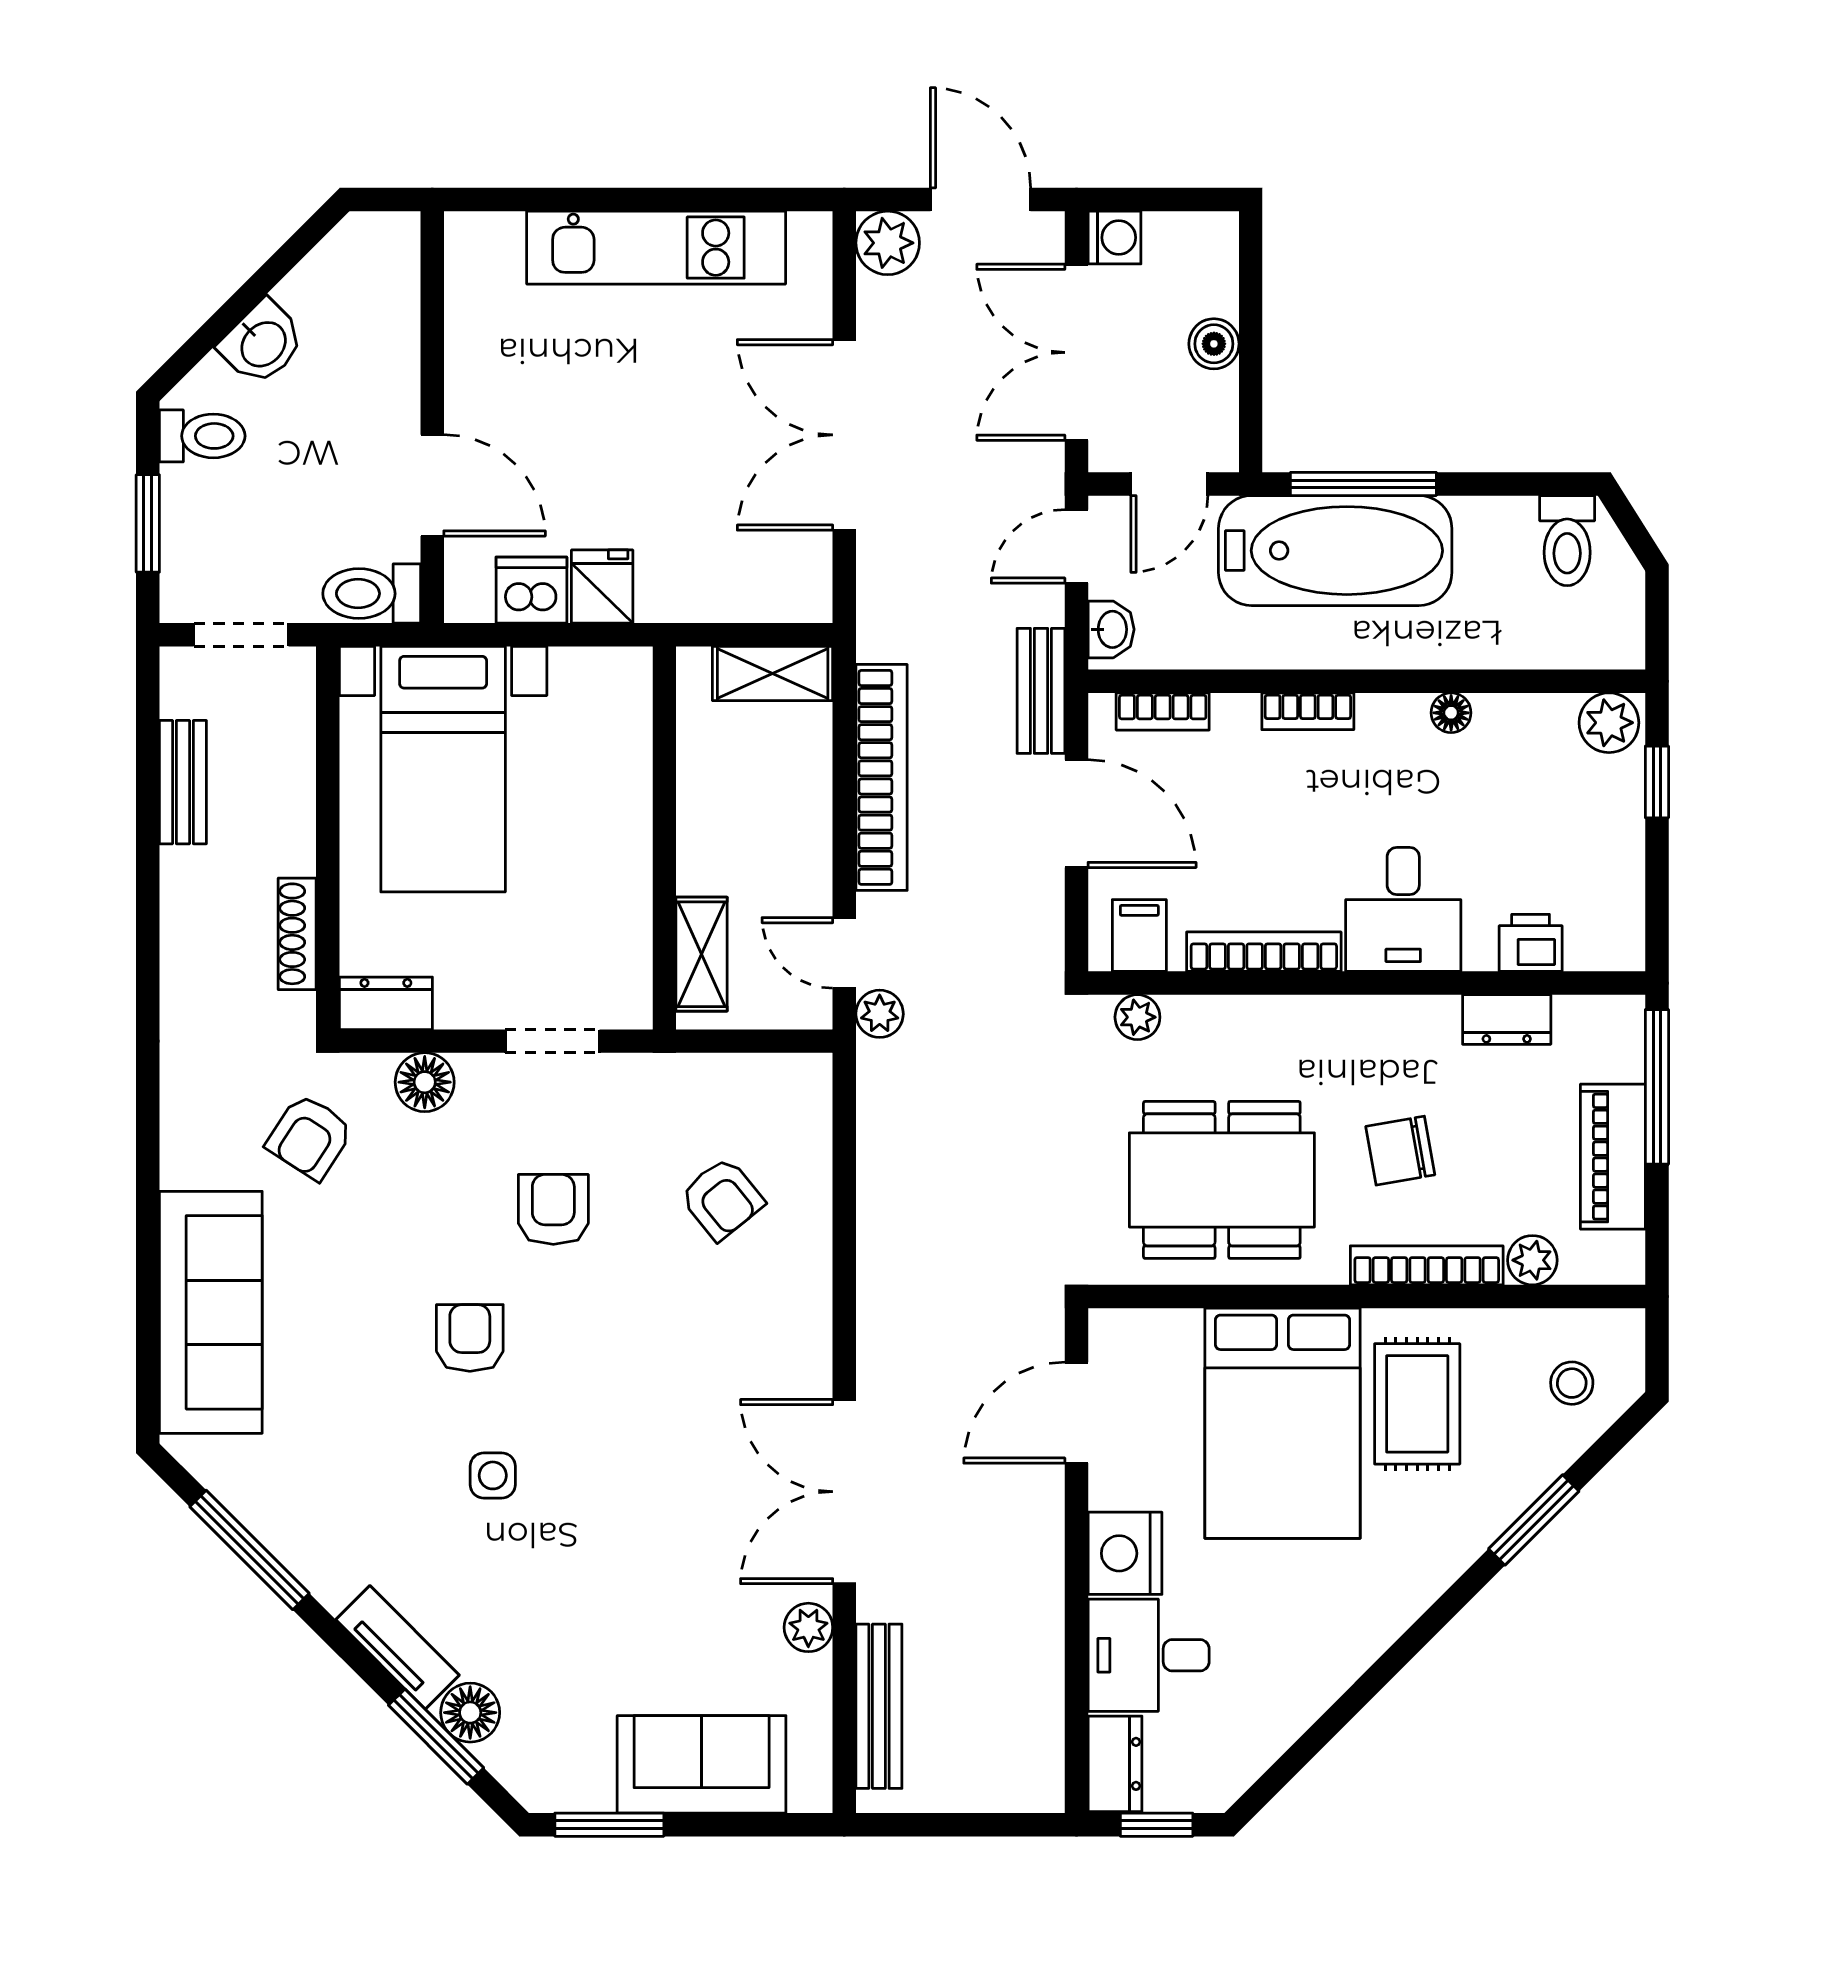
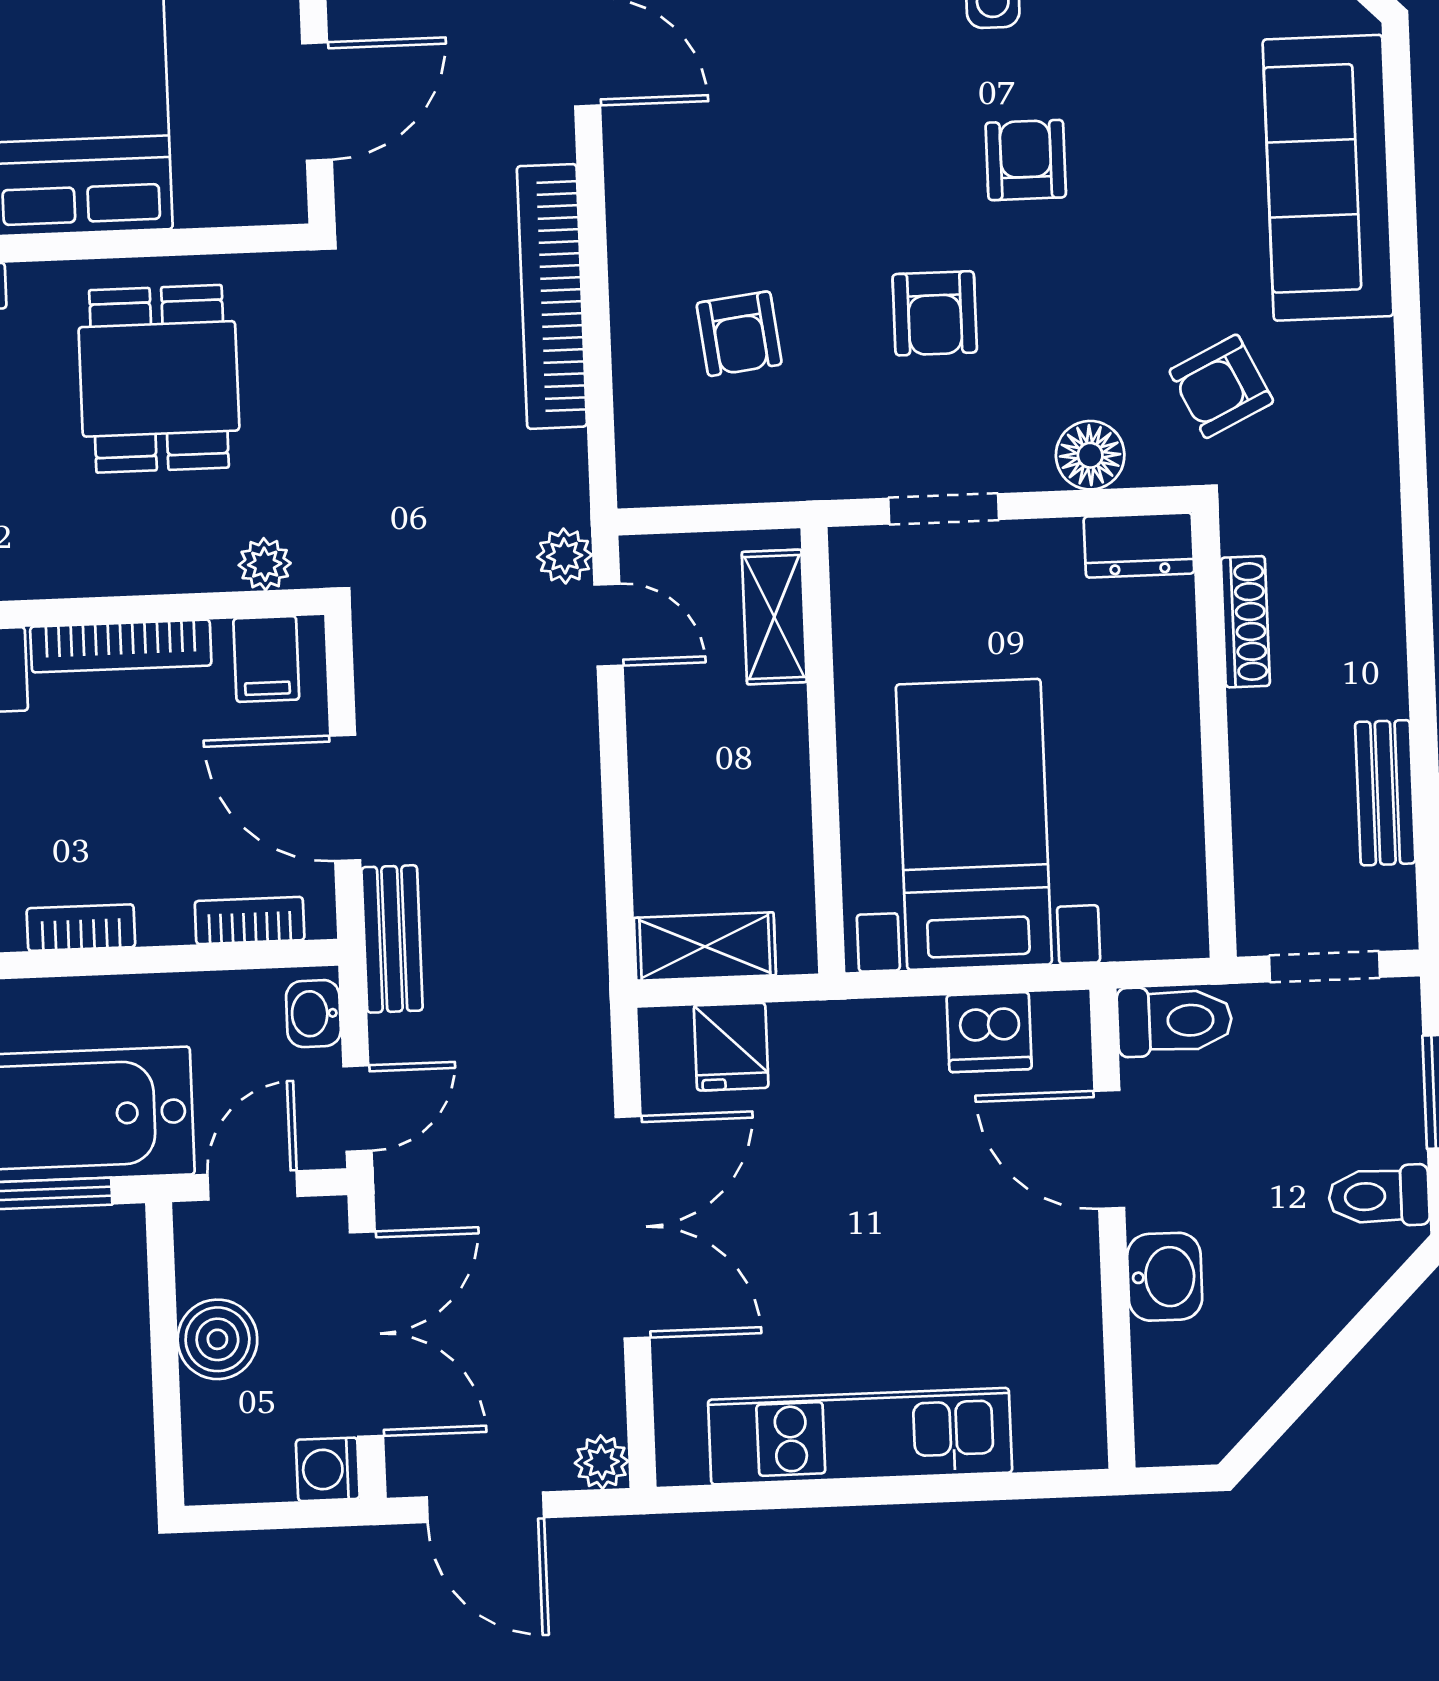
plant: (888, 243) -> (602, 1462), width x0.73, depth x0.73
washbasin: (262, 343) -> (1165, 1277), moved, turned 135
boiler: (1214, 344) -> (217, 1339), width x1.36, depth x1.36
fridge: (602, 587) -> (731, 1047), moved
bed with nightstands: (443, 769) -> (974, 824), moved
bookcase: (882, 777) -> (552, 296), moved
armchair: (310, 1137) -> (1221, 386), turned -149
dining table: (1222, 1180) -> (159, 379), width x0.73
armchair: (722, 1199) -> (739, 334), turned -148
armchair: (470, 1338) -> (1026, 160), turned 180

